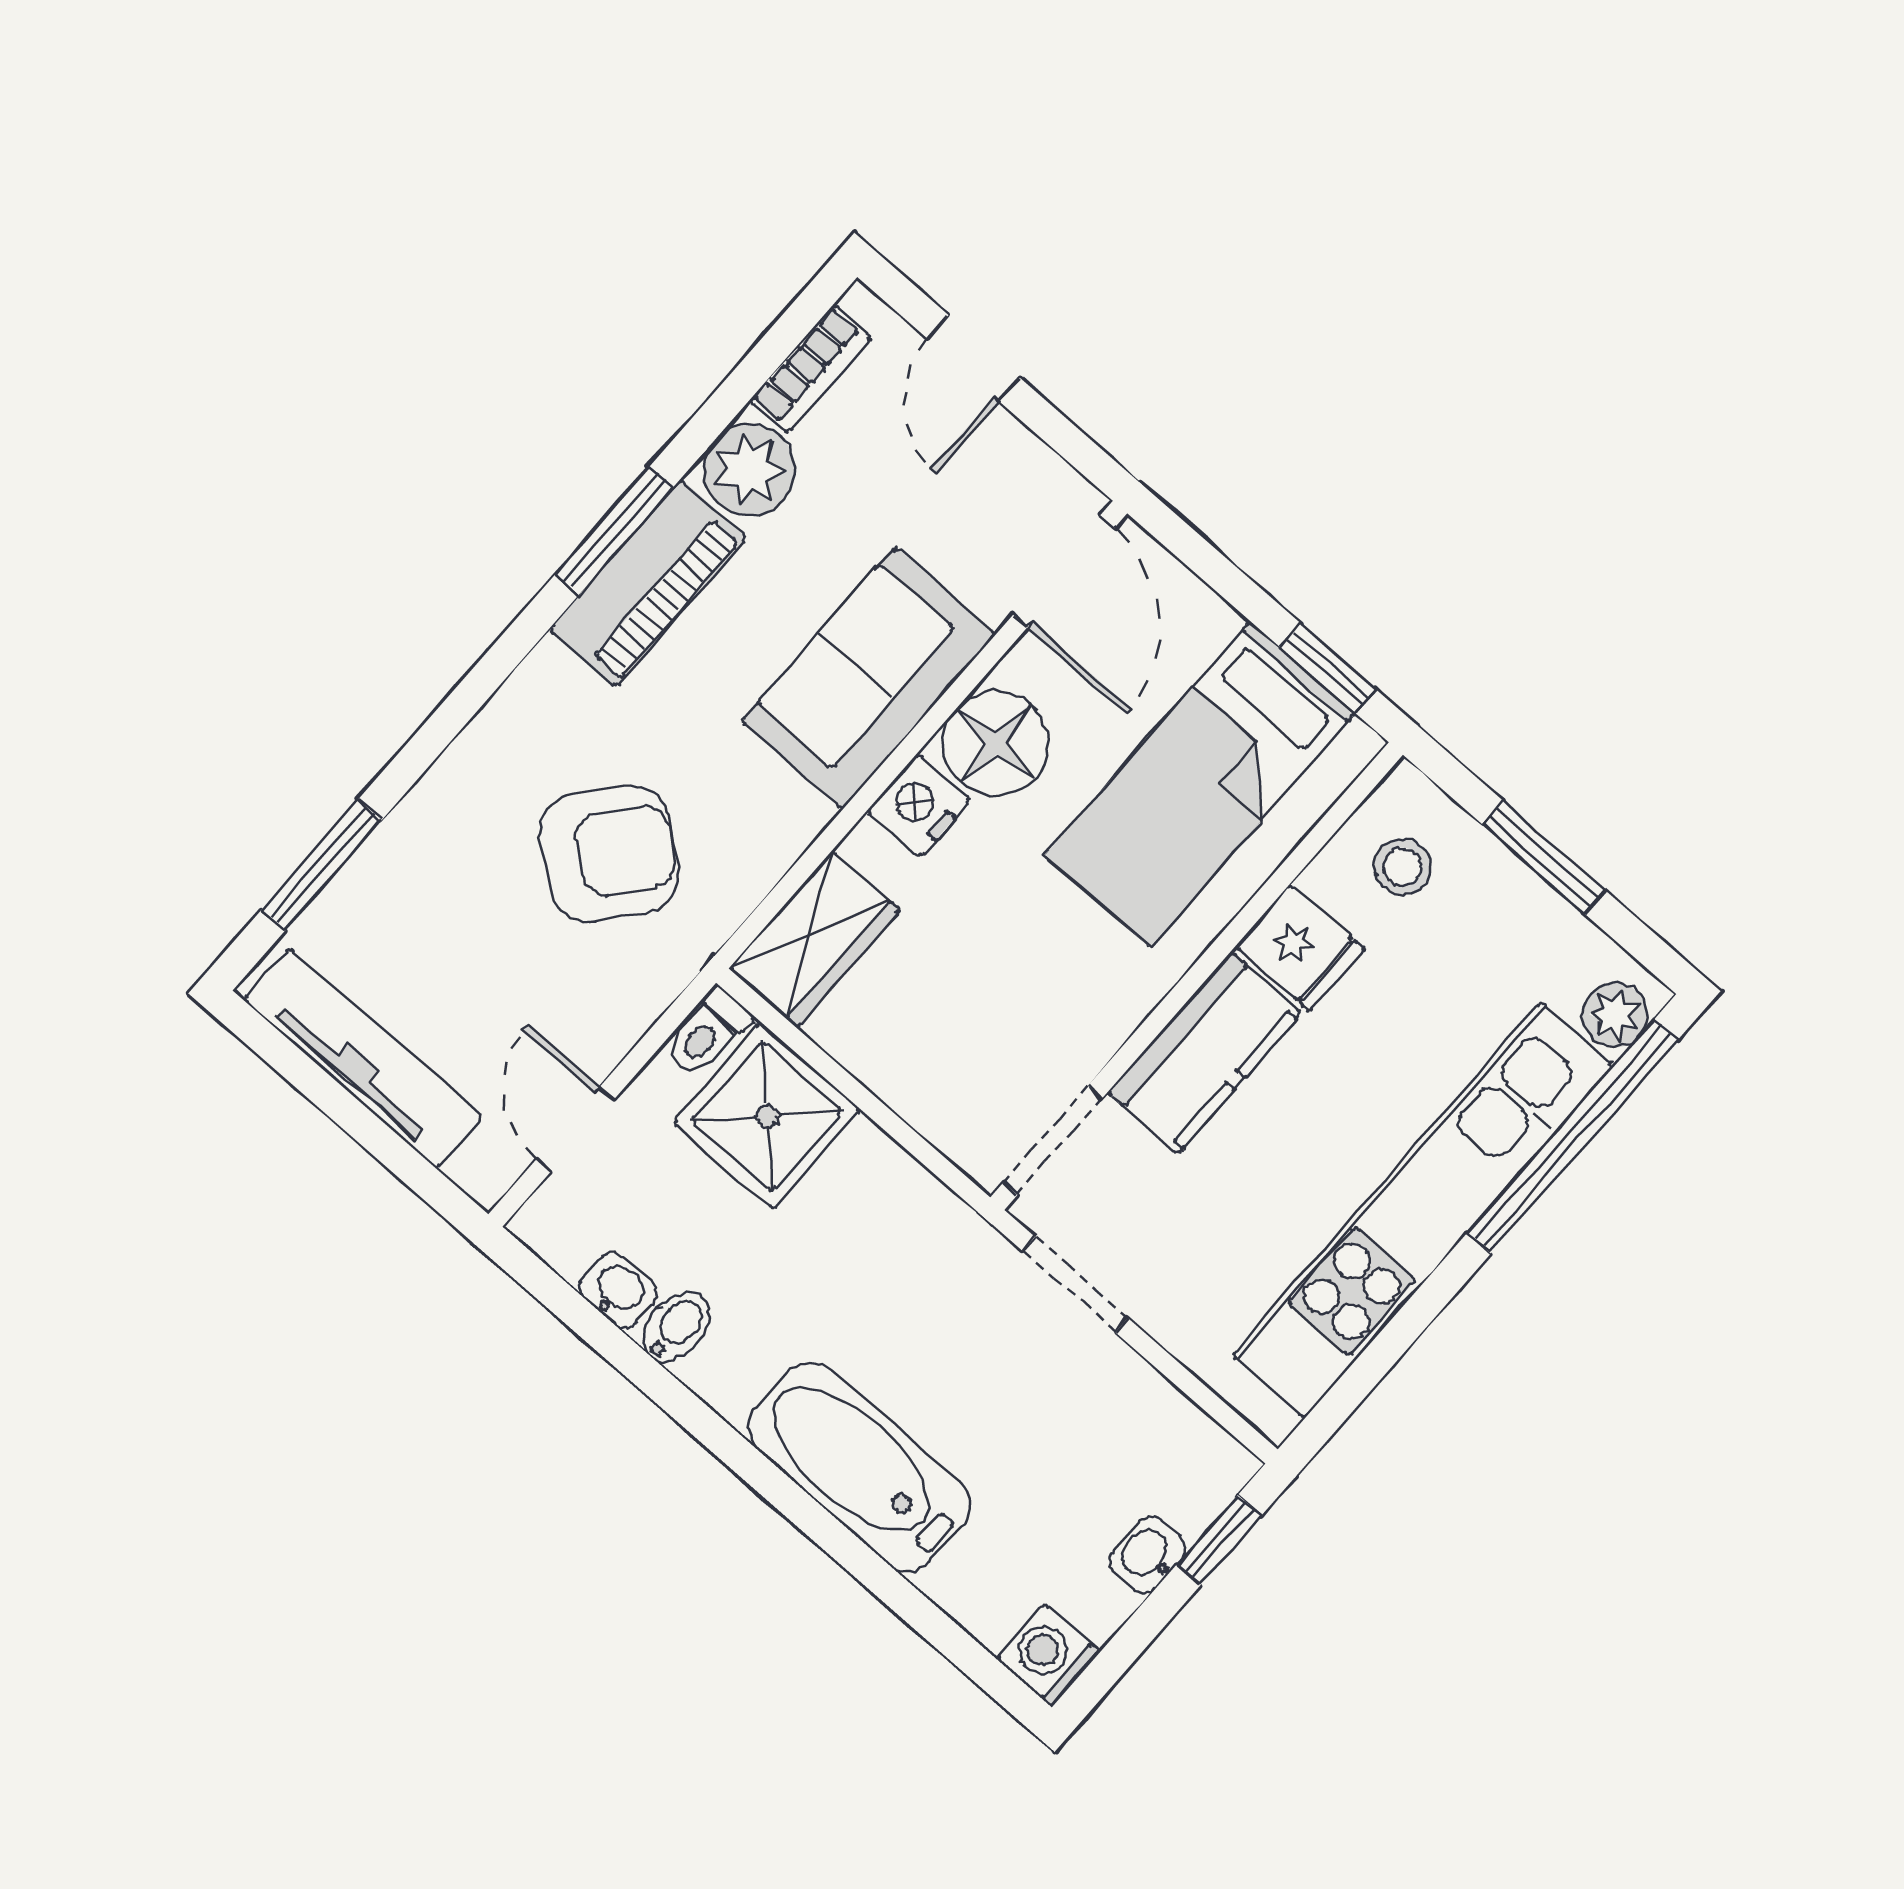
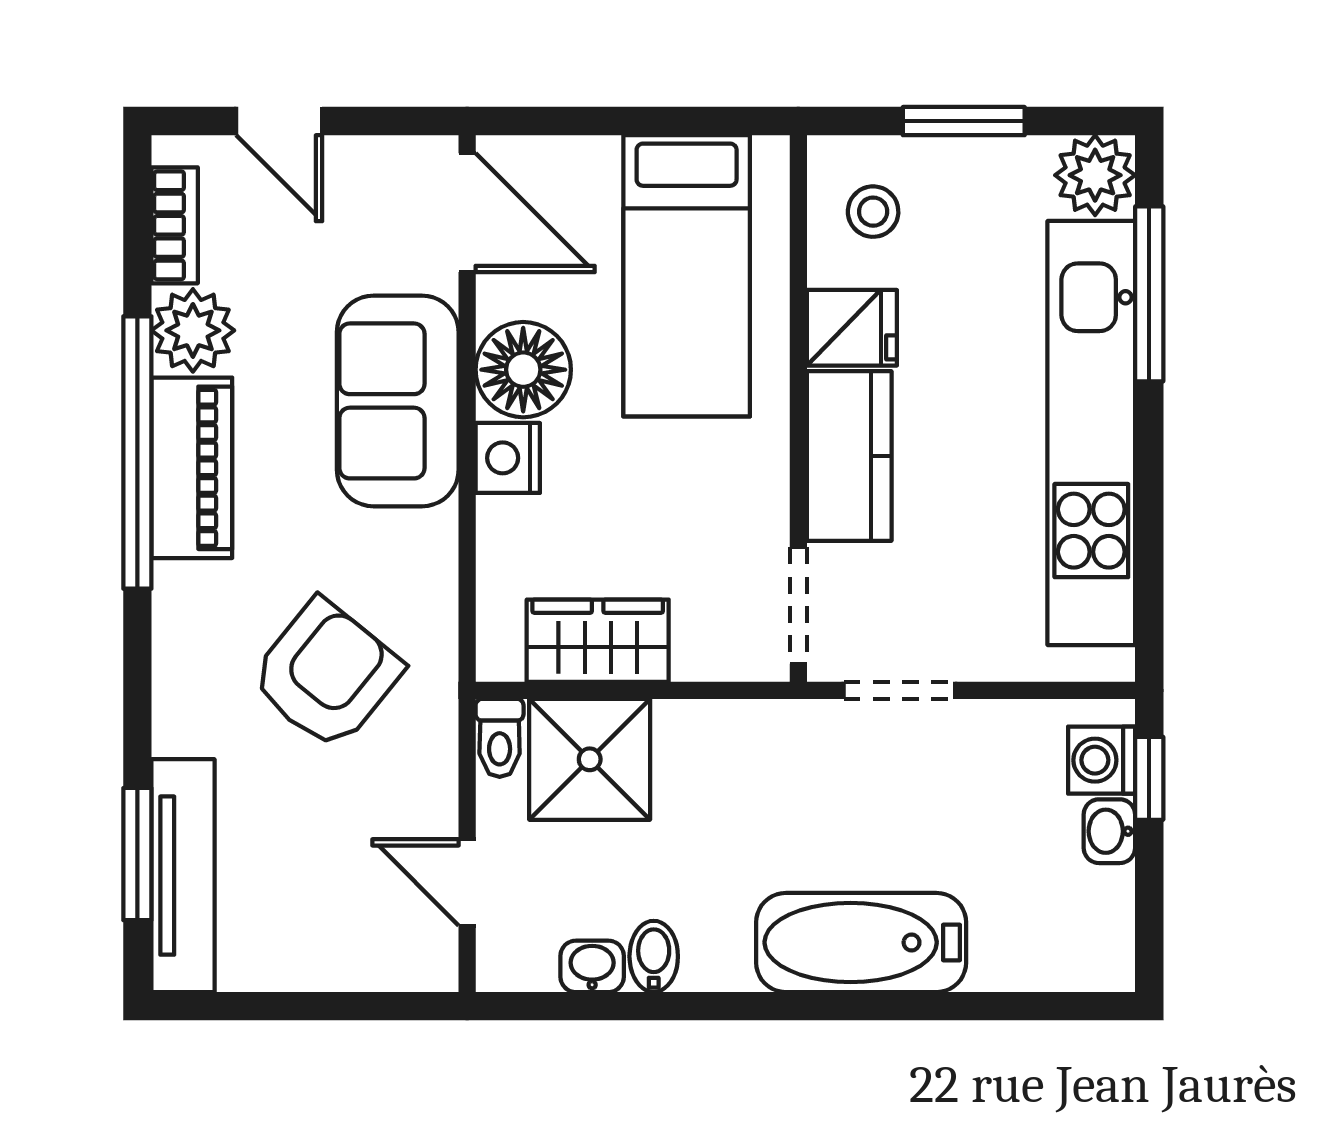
window: (614, 531) -> (137, 453), width x2.11
window: (1327, 668) -> (704, 121), removed
wardrobe: (815, 939) -> (598, 641), moved, turned -90
plant: (1615, 1015) -> (1095, 175), width x1.38, depth x1.38
tv unit: (363, 1058) -> (183, 876), moved, turned 90
window: (1572, 1136) -> (1149, 294), width x0.68
washing machine: (1048, 1655) -> (1102, 760), moved

